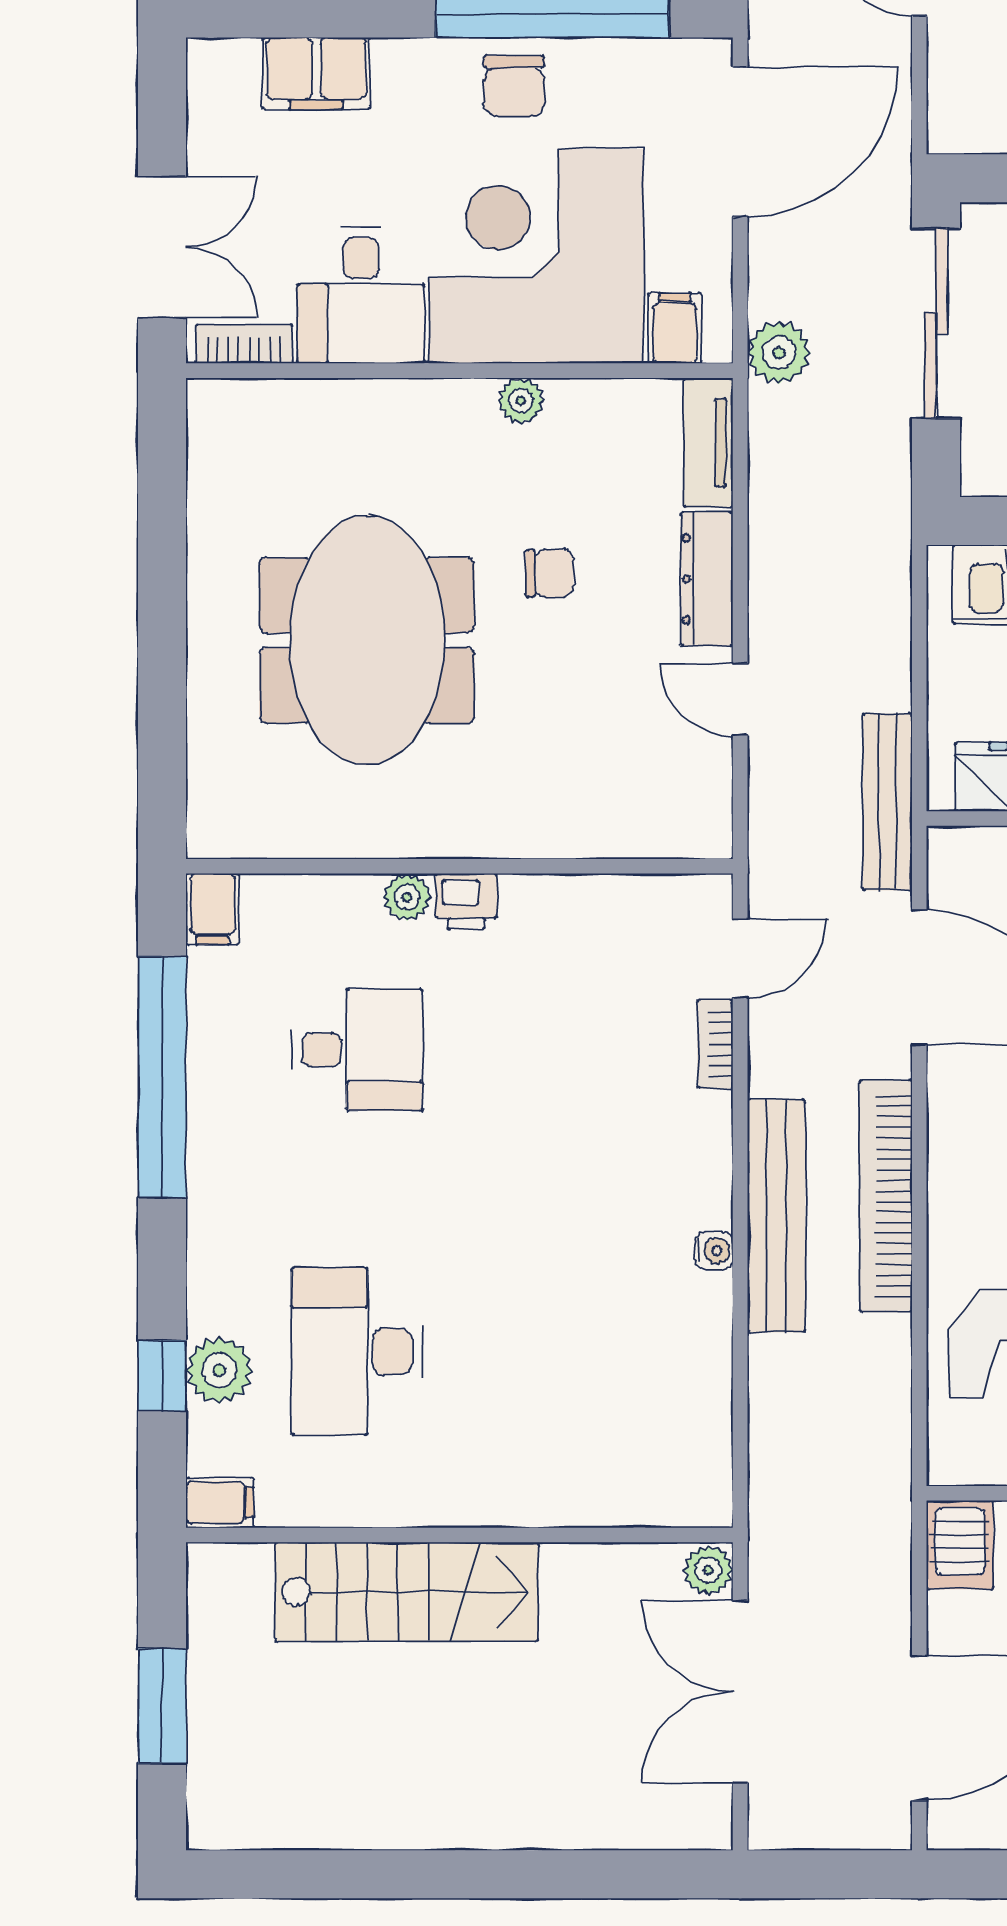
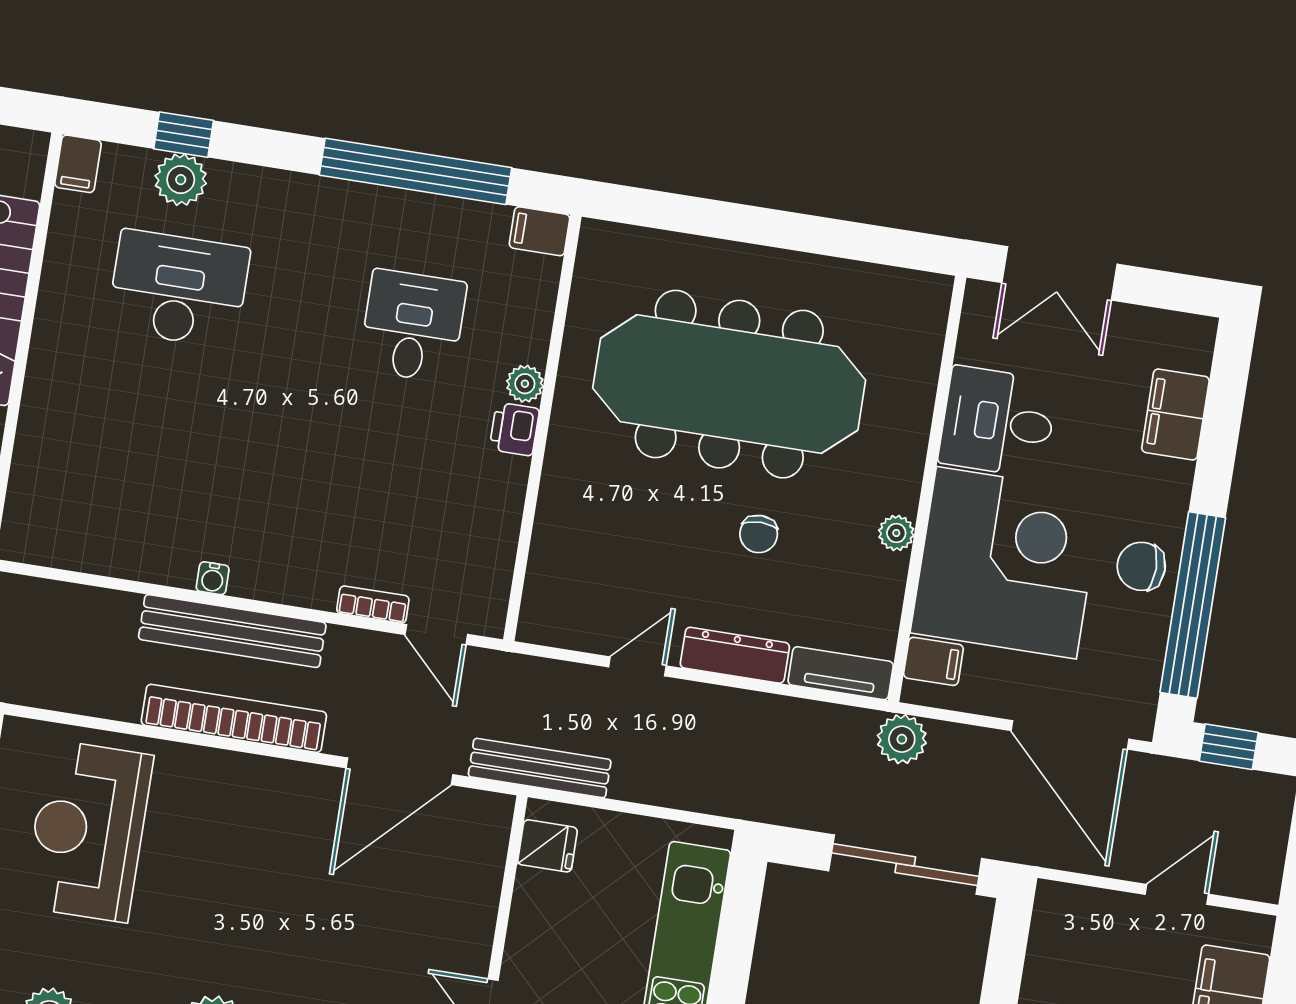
bookcase: (244, 344) -> (974, 325), removed
meeting table: (367, 640) -> (729, 384), width x1.36
desk: (357, 1050) -> (413, 326), turned 180

